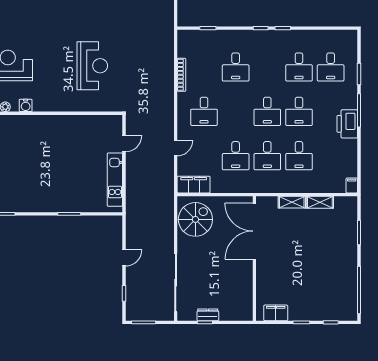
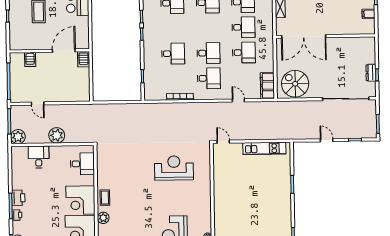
water cooler: (26, 105) -> (206, 221), removed
desk: (267, 111) -> (208, 53), moved
door: (124, 144) -> (223, 142), moved
filing cabinet: (276, 313) -> (369, 14), width x0.50

